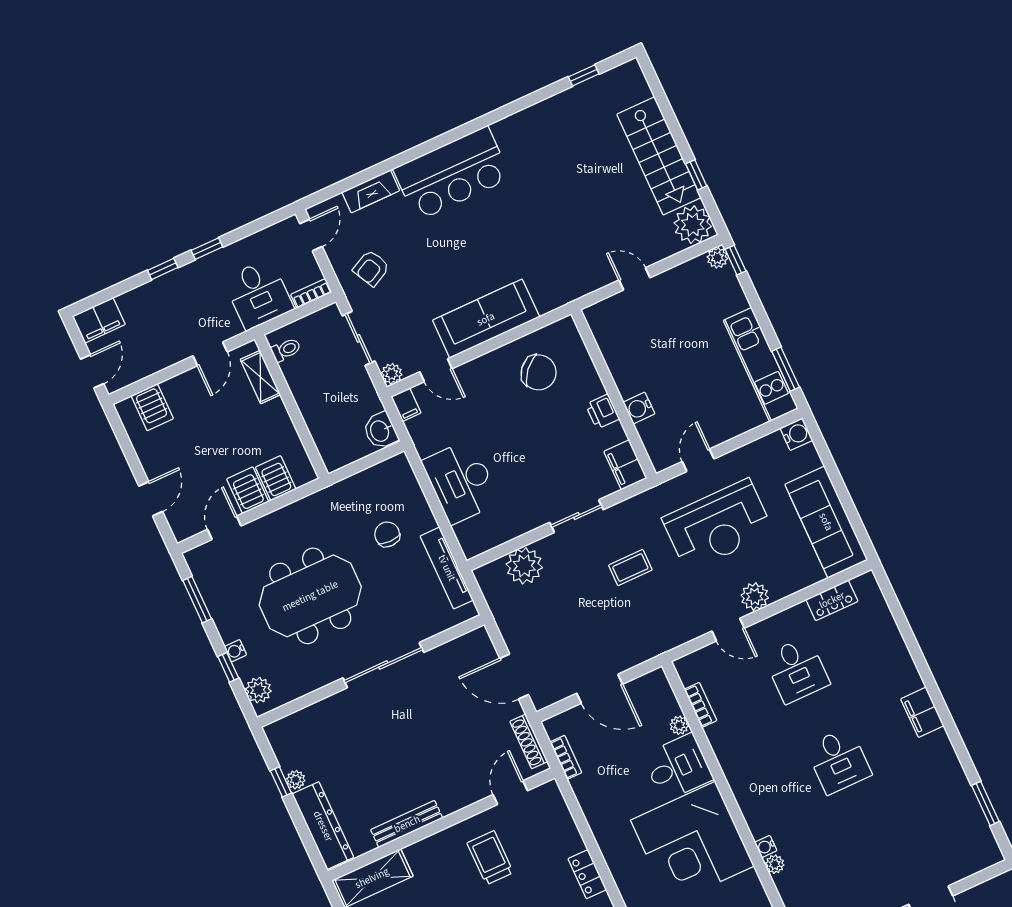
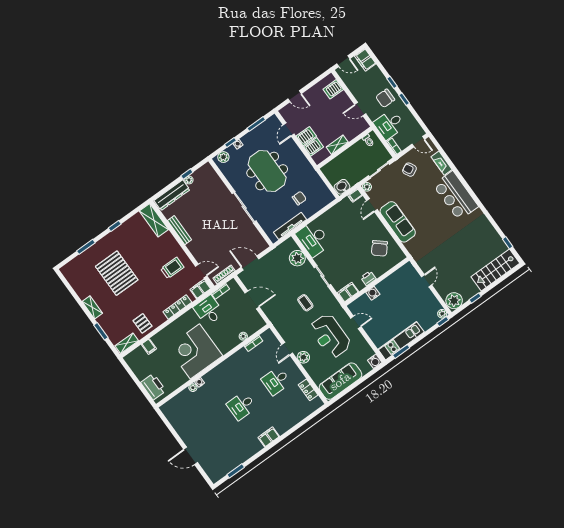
stairs: (659, 156) -> (495, 270), moved
chair: (196, 292) -> (385, 98), added
shelving: (260, 377) -> (337, 145), moved
desk: (461, 482) -> (313, 239), moved, turned -90
door: (224, 528) -> (289, 129), swing flipped
door: (514, 677) -> (250, 263), hinge flipped
door: (600, 689) -> (252, 300), swing flipped
desk: (678, 767) -> (209, 310), moved, turned 180
filing cabinet: (551, 802) -> (200, 289), added
locker: (587, 874) -> (177, 307), width x1.53

